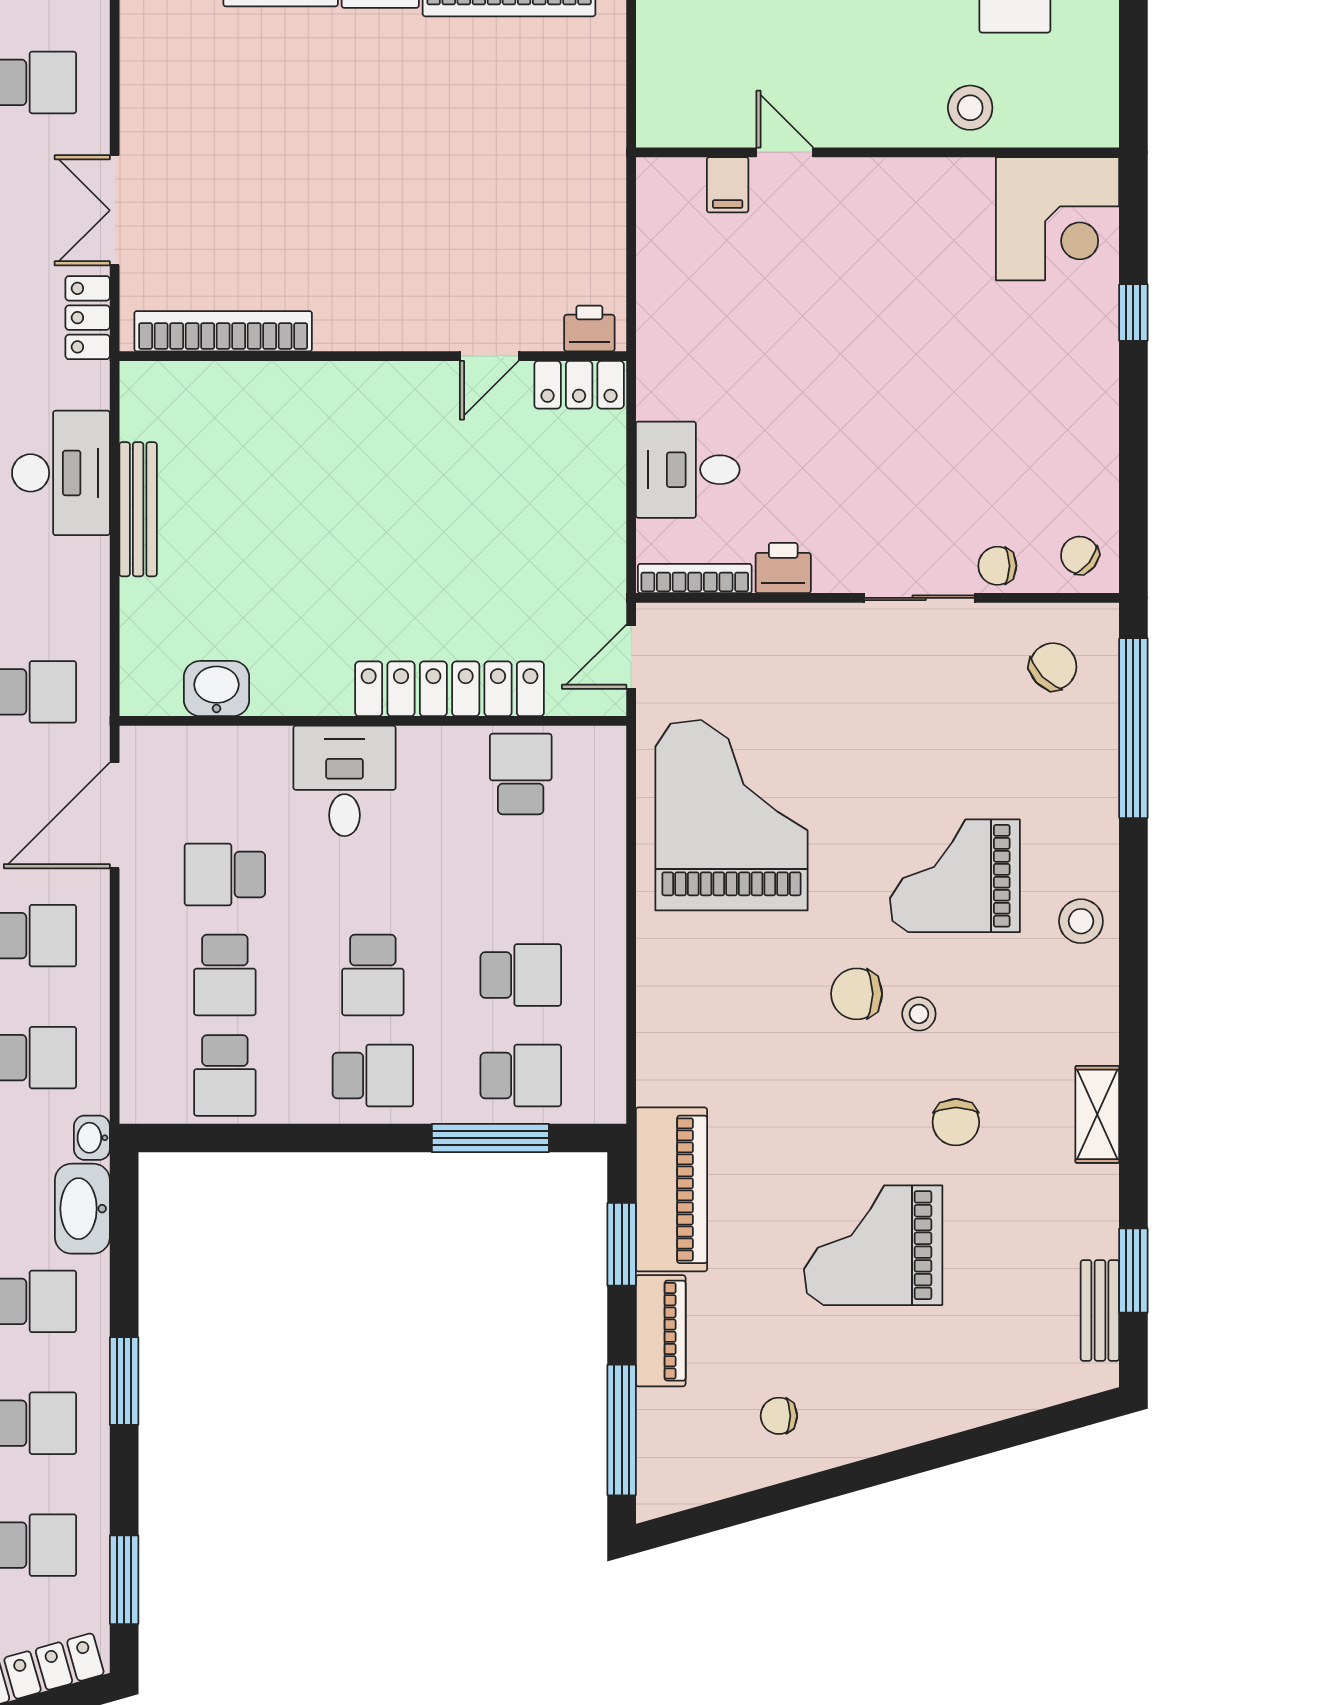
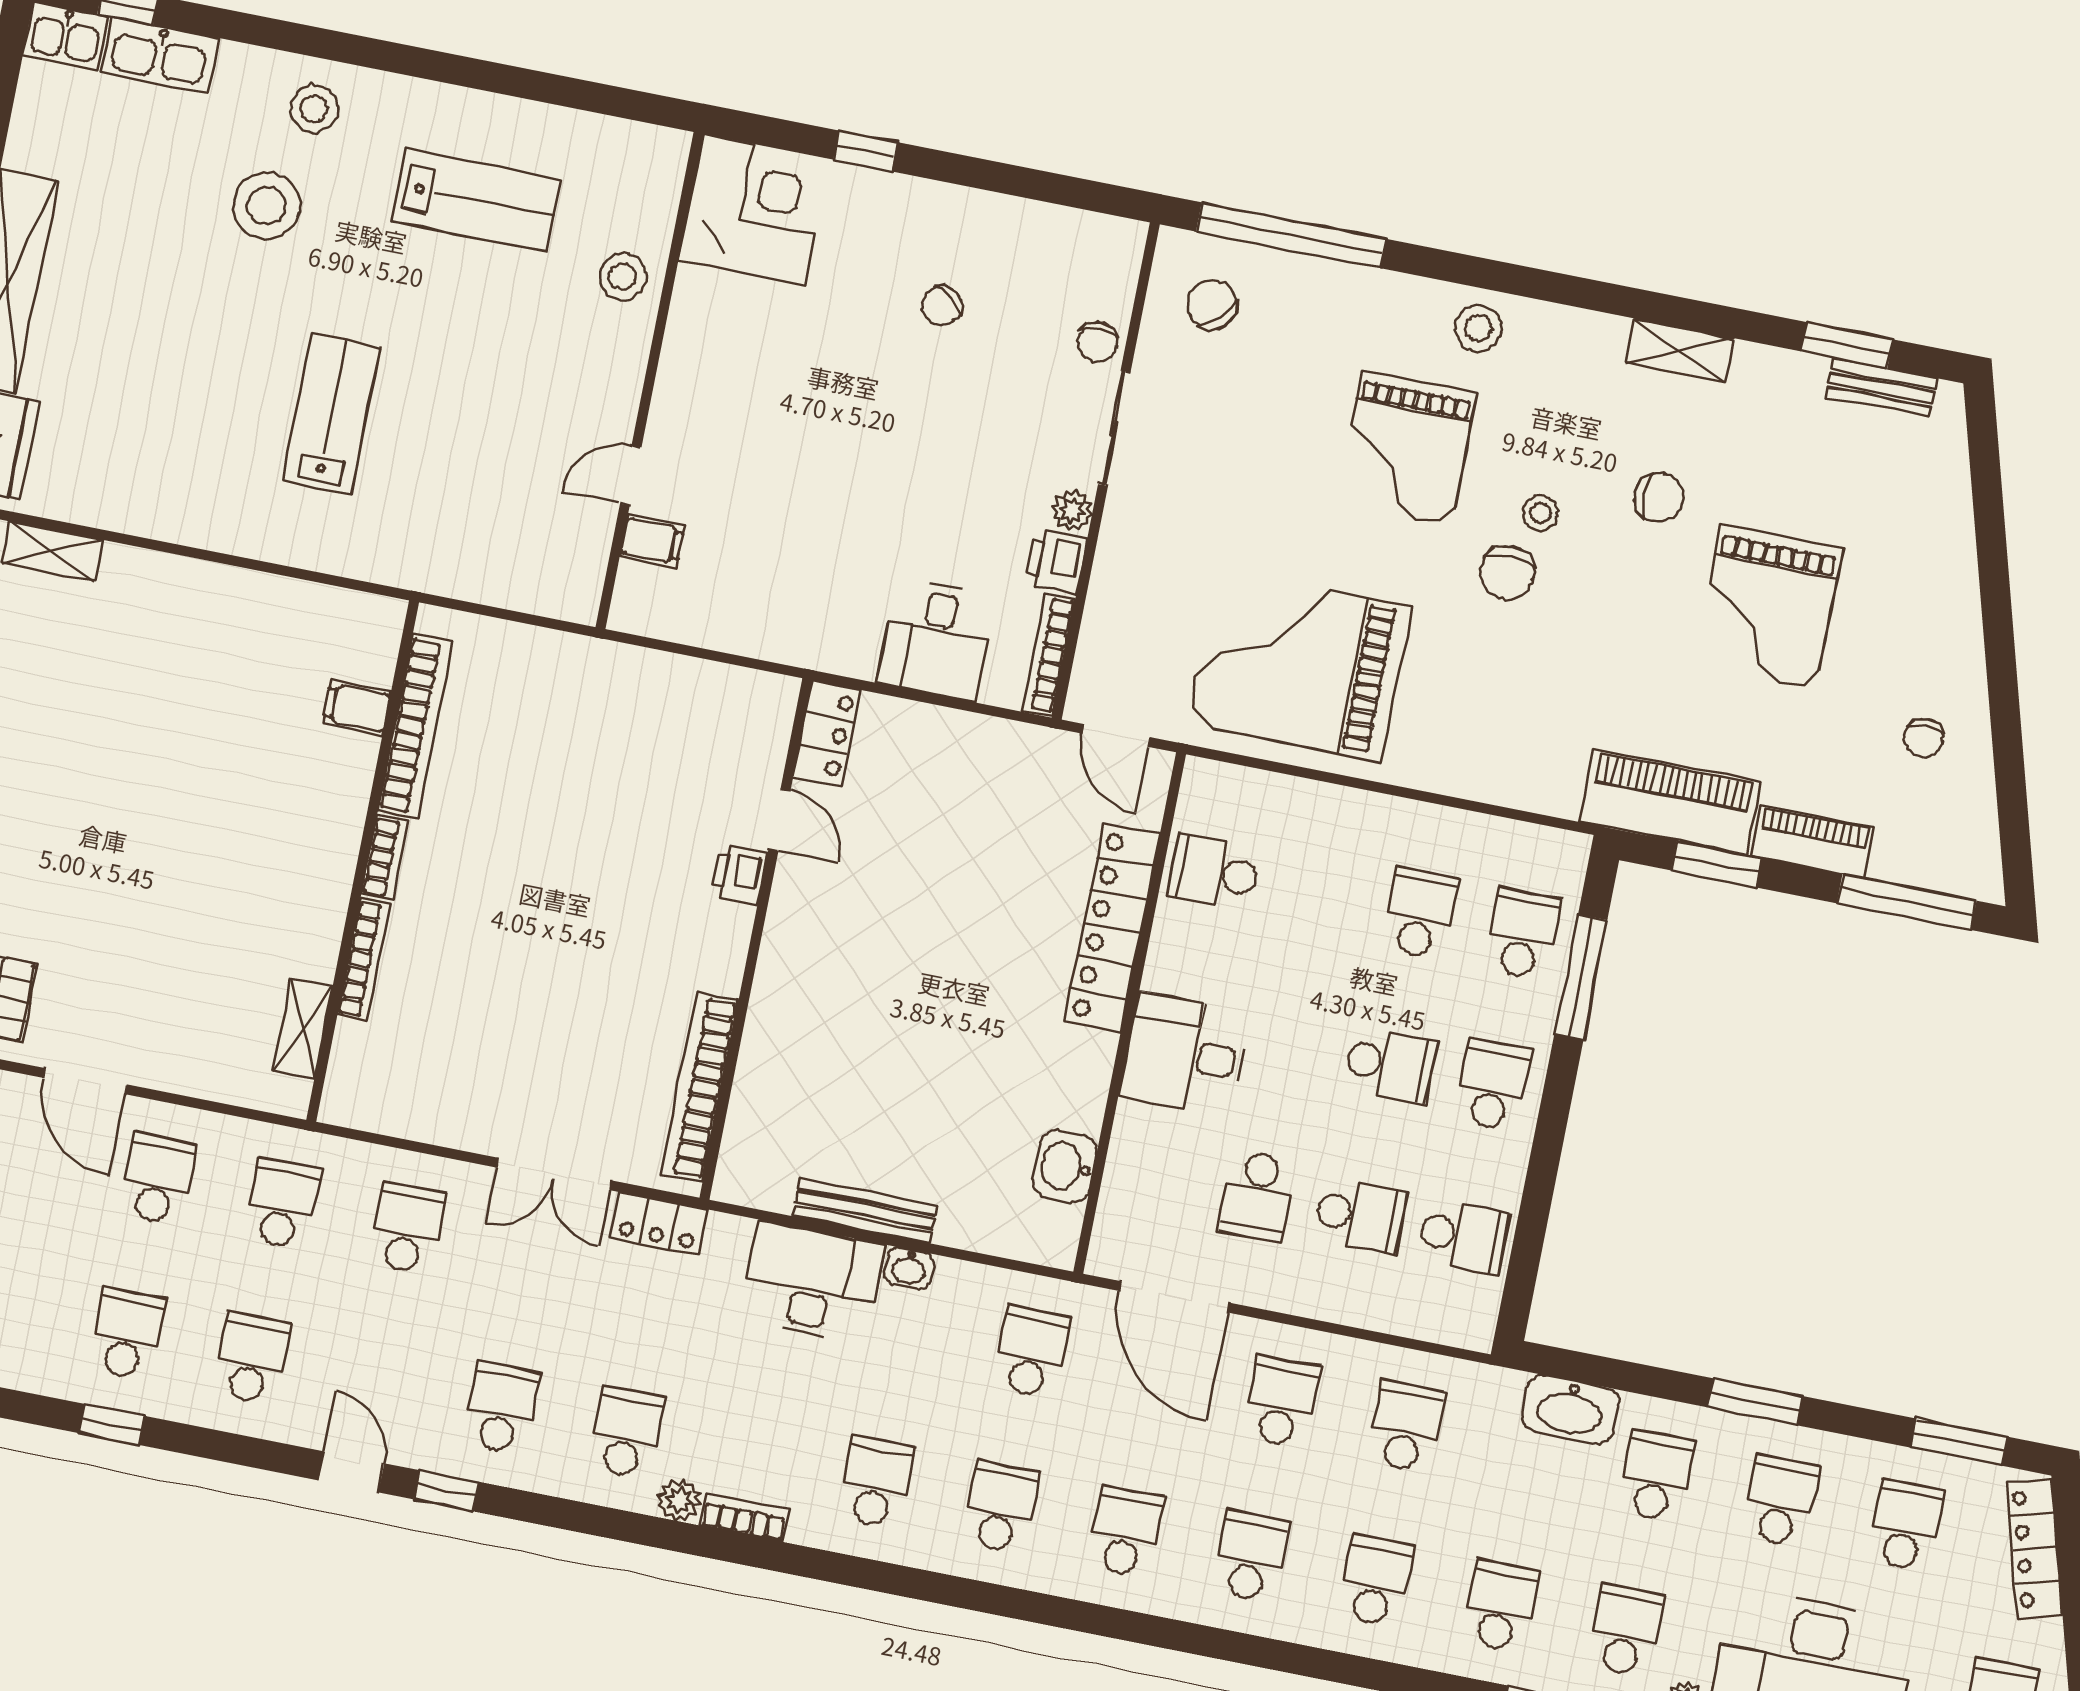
printer: (589, 328) -> (739, 875), moved
chair: (1080, 555) -> (942, 306), moved
plant: (834, 574) -> (1072, 511), added
washbasin: (92, 1138) -> (909, 1268), moved

